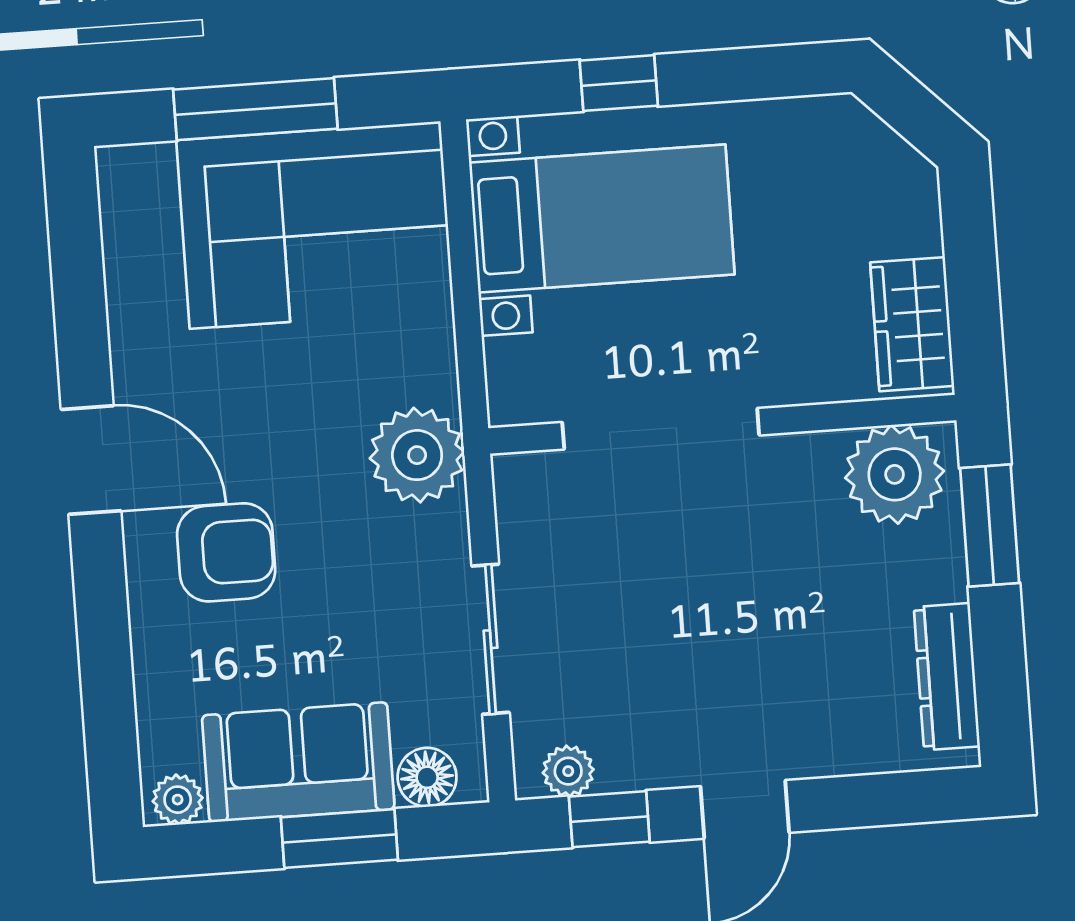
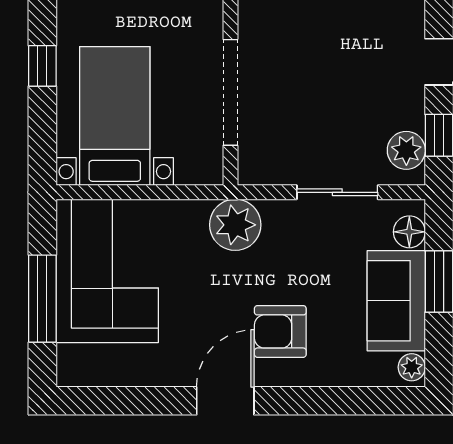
window: (619, 83) -> (42, 66), moved
armchair: (226, 552) -> (280, 331), turned -90
plant: (568, 771) -> (406, 150), width x1.38, depth x1.38

